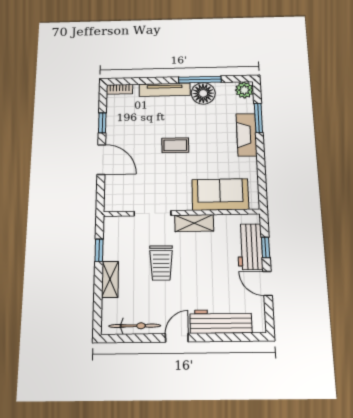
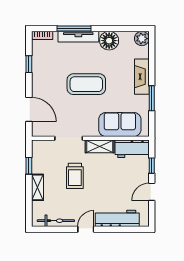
window: (200, 80) -> (74, 29), moved
window: (258, 118) -> (152, 98), moved
coffee table: (175, 145) -> (86, 84), width x1.86, depth x1.72
door: (101, 160) -> (29, 109), moved
workbench: (250, 247) -> (132, 149), moved, turned -90
door: (268, 283) -> (152, 192), hinge flipped

